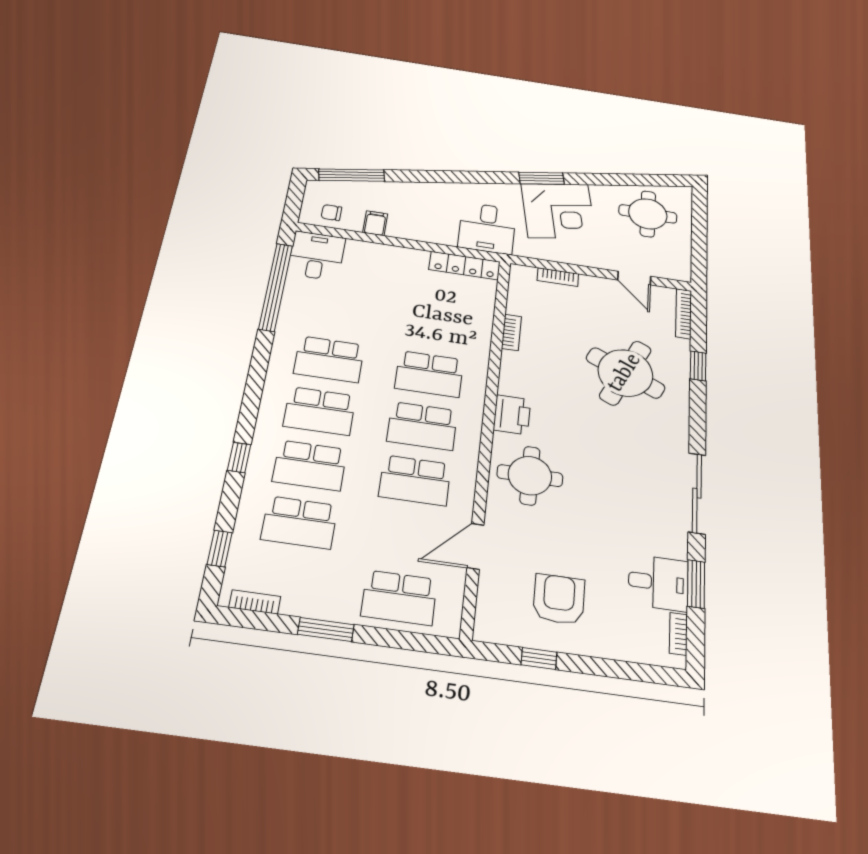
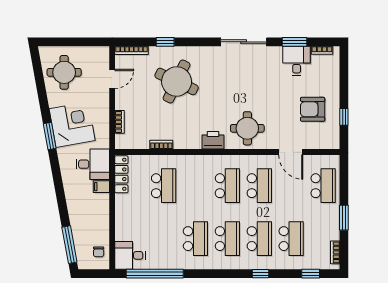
filing cabinet: (375, 223) -> (101, 187), moved
school desk: (429, 374) -> (164, 186), moved

